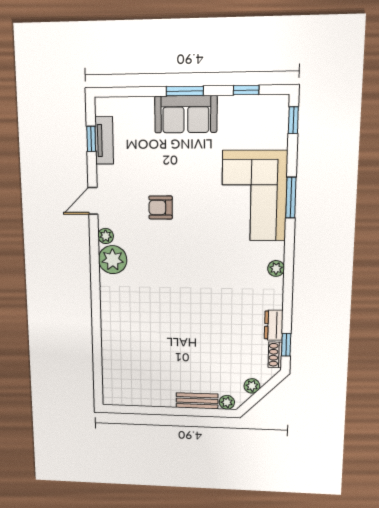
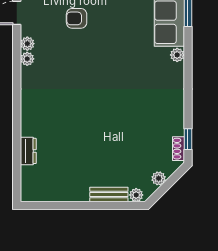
plant: (113, 260) -> (27, 59), width x0.53, depth x0.53
plant: (276, 268) -> (177, 55), moved
dresser: (274, 325) -> (28, 151), moved, turned 180

